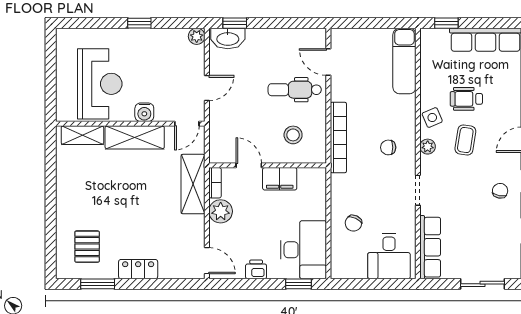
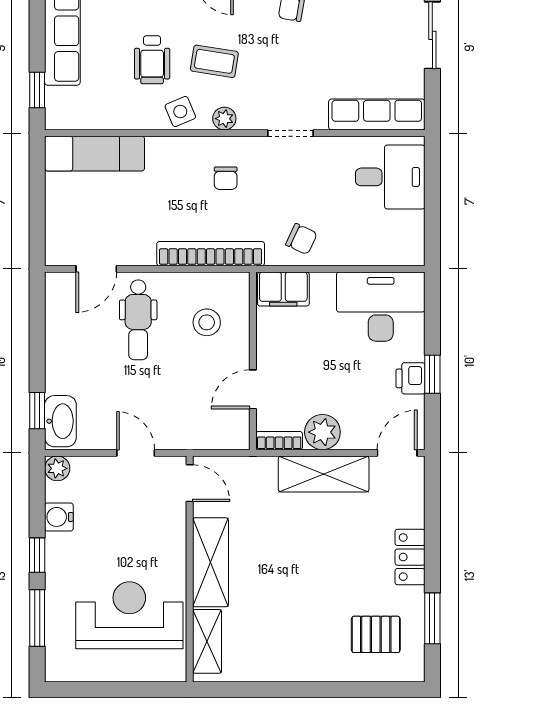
window: (98, 23) -> (37, 618), added
water cooler: (144, 112) -> (59, 517), moved, turned 180
filing cabinet: (280, 179) -> (283, 289), moved, turned 90
shelving: (193, 184) -> (324, 474), moved
chair: (353, 223) -> (301, 239), moved
window: (298, 284) -> (432, 374), moved

